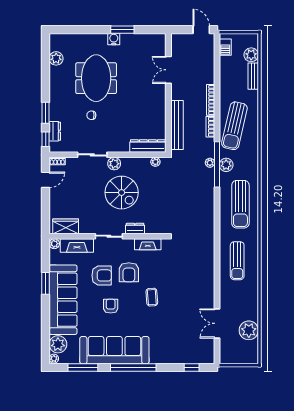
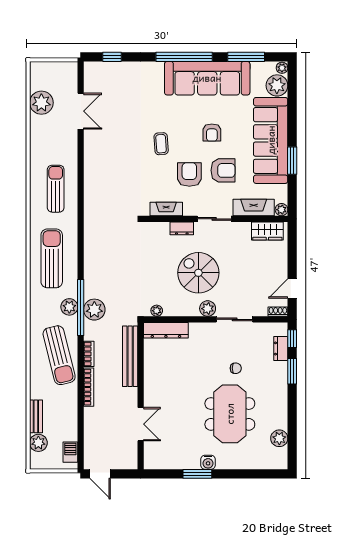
sun lounger: (234, 126) -> (59, 355), turned 153
plant: (210, 163) -> (94, 310), width x1.87, depth x1.87
armchair: (102, 275) -> (223, 170), turned 180

